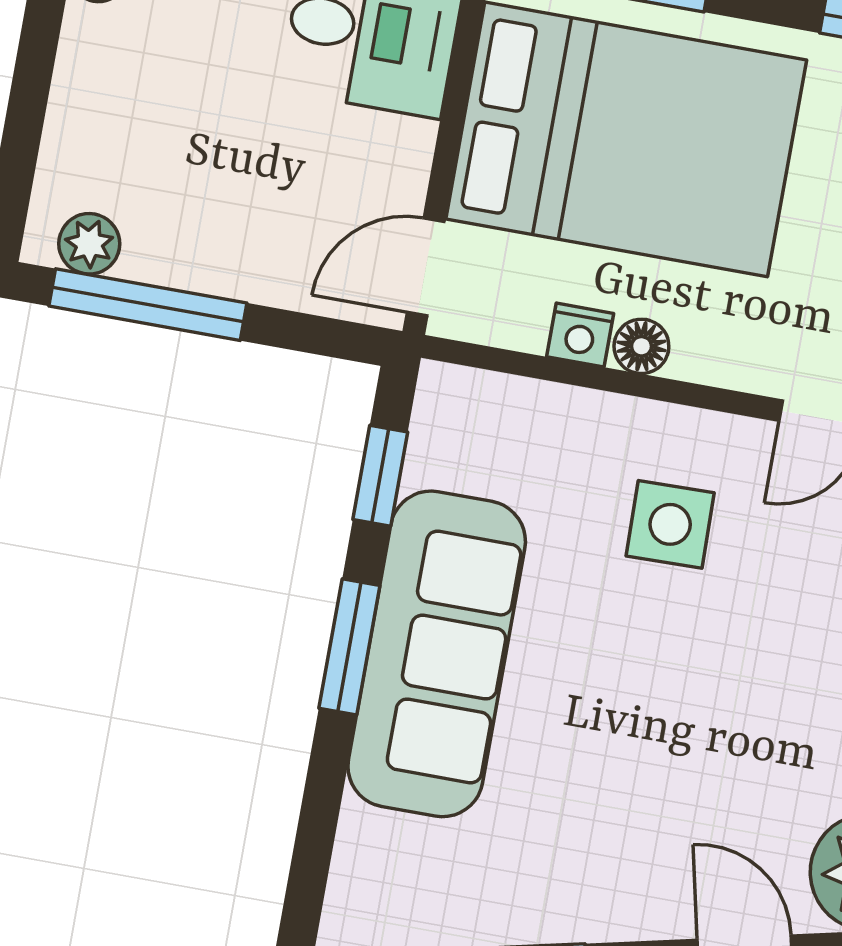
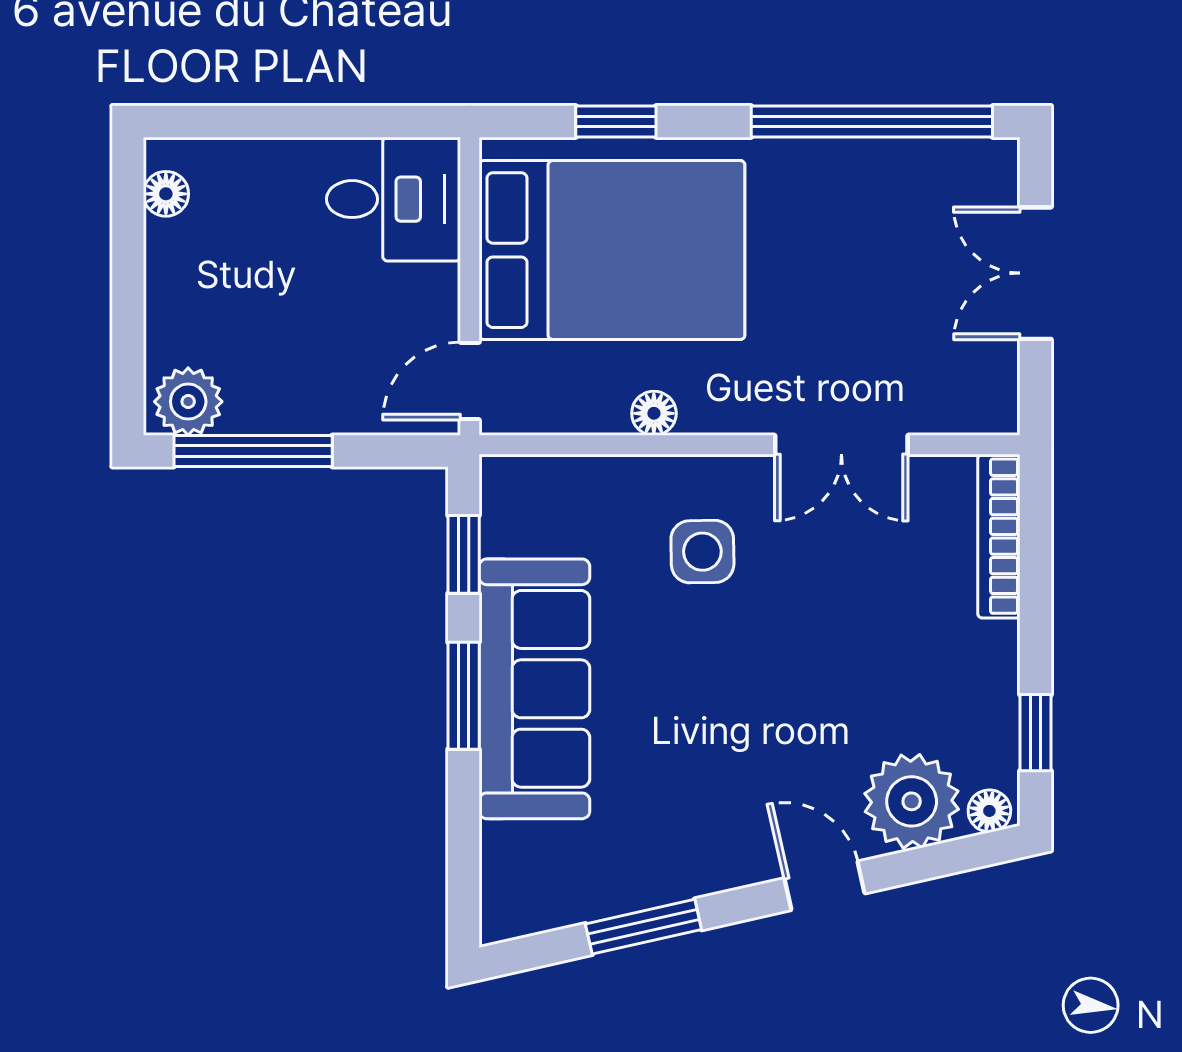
plant: (89, 244) -> (188, 402), width x1.38, depth x1.38
nightstand: (580, 335) -> (603, 413), removed

